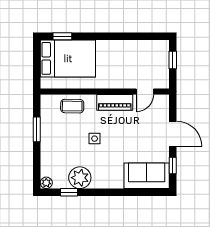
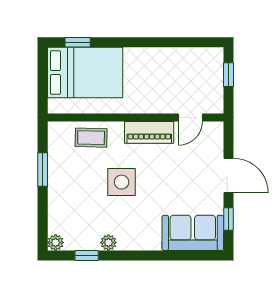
side table: (95, 139) -> (122, 182), width x1.87, depth x1.87
plant: (80, 178) -> (108, 243), width x0.53, depth x0.53

